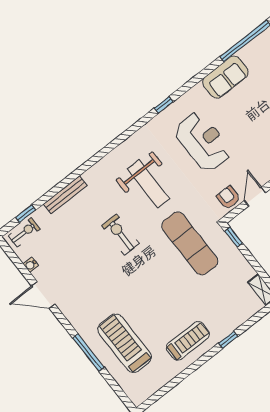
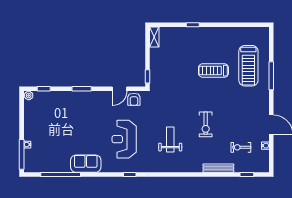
weight bench: (148, 184) -> (170, 140), width x0.73, depth x0.75
exercise bike: (24, 232) -> (241, 147), moved
exercise mat: (190, 243) -> (173, 91), removed
treadmill: (188, 341) -> (213, 71), moved

